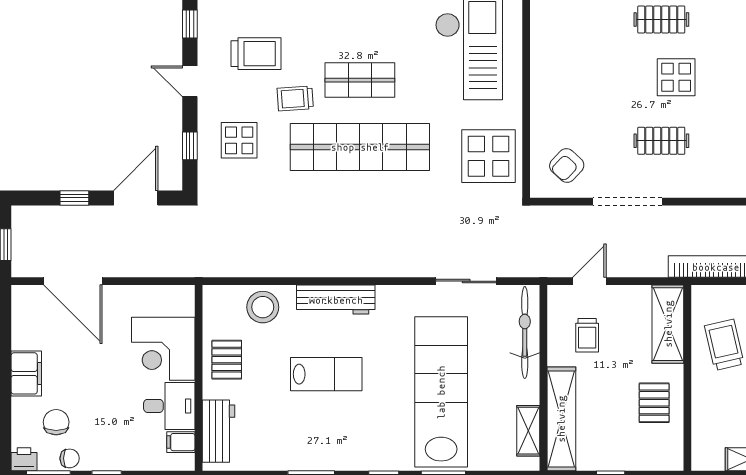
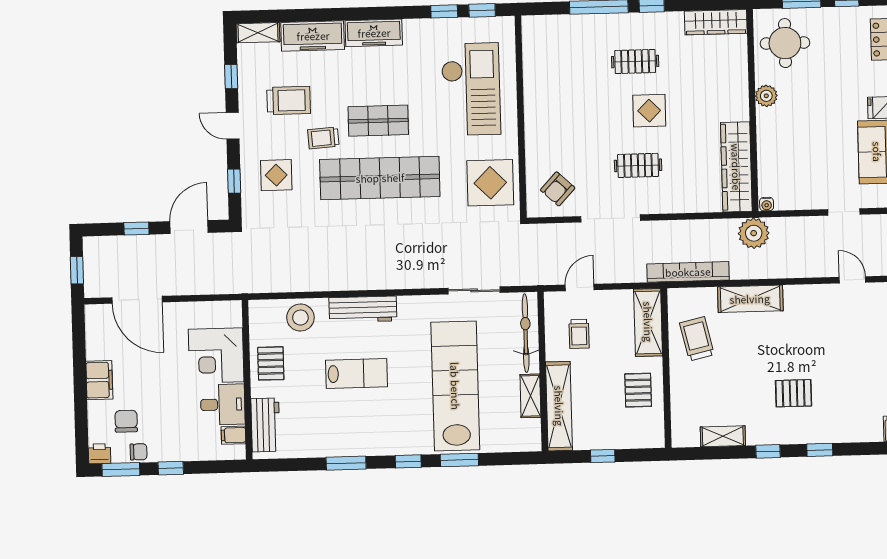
shelving: (528, 431) -> (530, 396), moved

